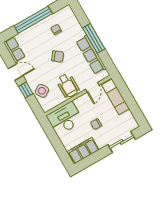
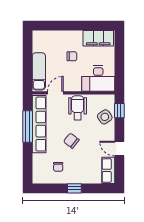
window: (33, 20) -> (74, 188), width x0.32
window: (94, 38) -> (28, 126), moved
row of seats: (91, 55) -> (39, 124), width x1.36
window: (26, 90) -> (119, 111), moved
sliding door: (122, 142) -> (58, 26), removed

